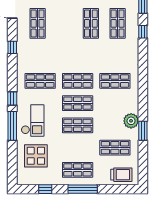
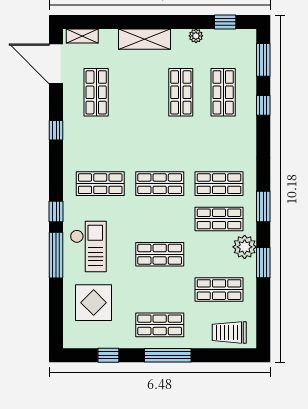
window: (143, 95) -> (263, 207), added
shop shelf: (78, 103) -> (219, 219), moved
trolley: (121, 175) -> (229, 332), turned 180

